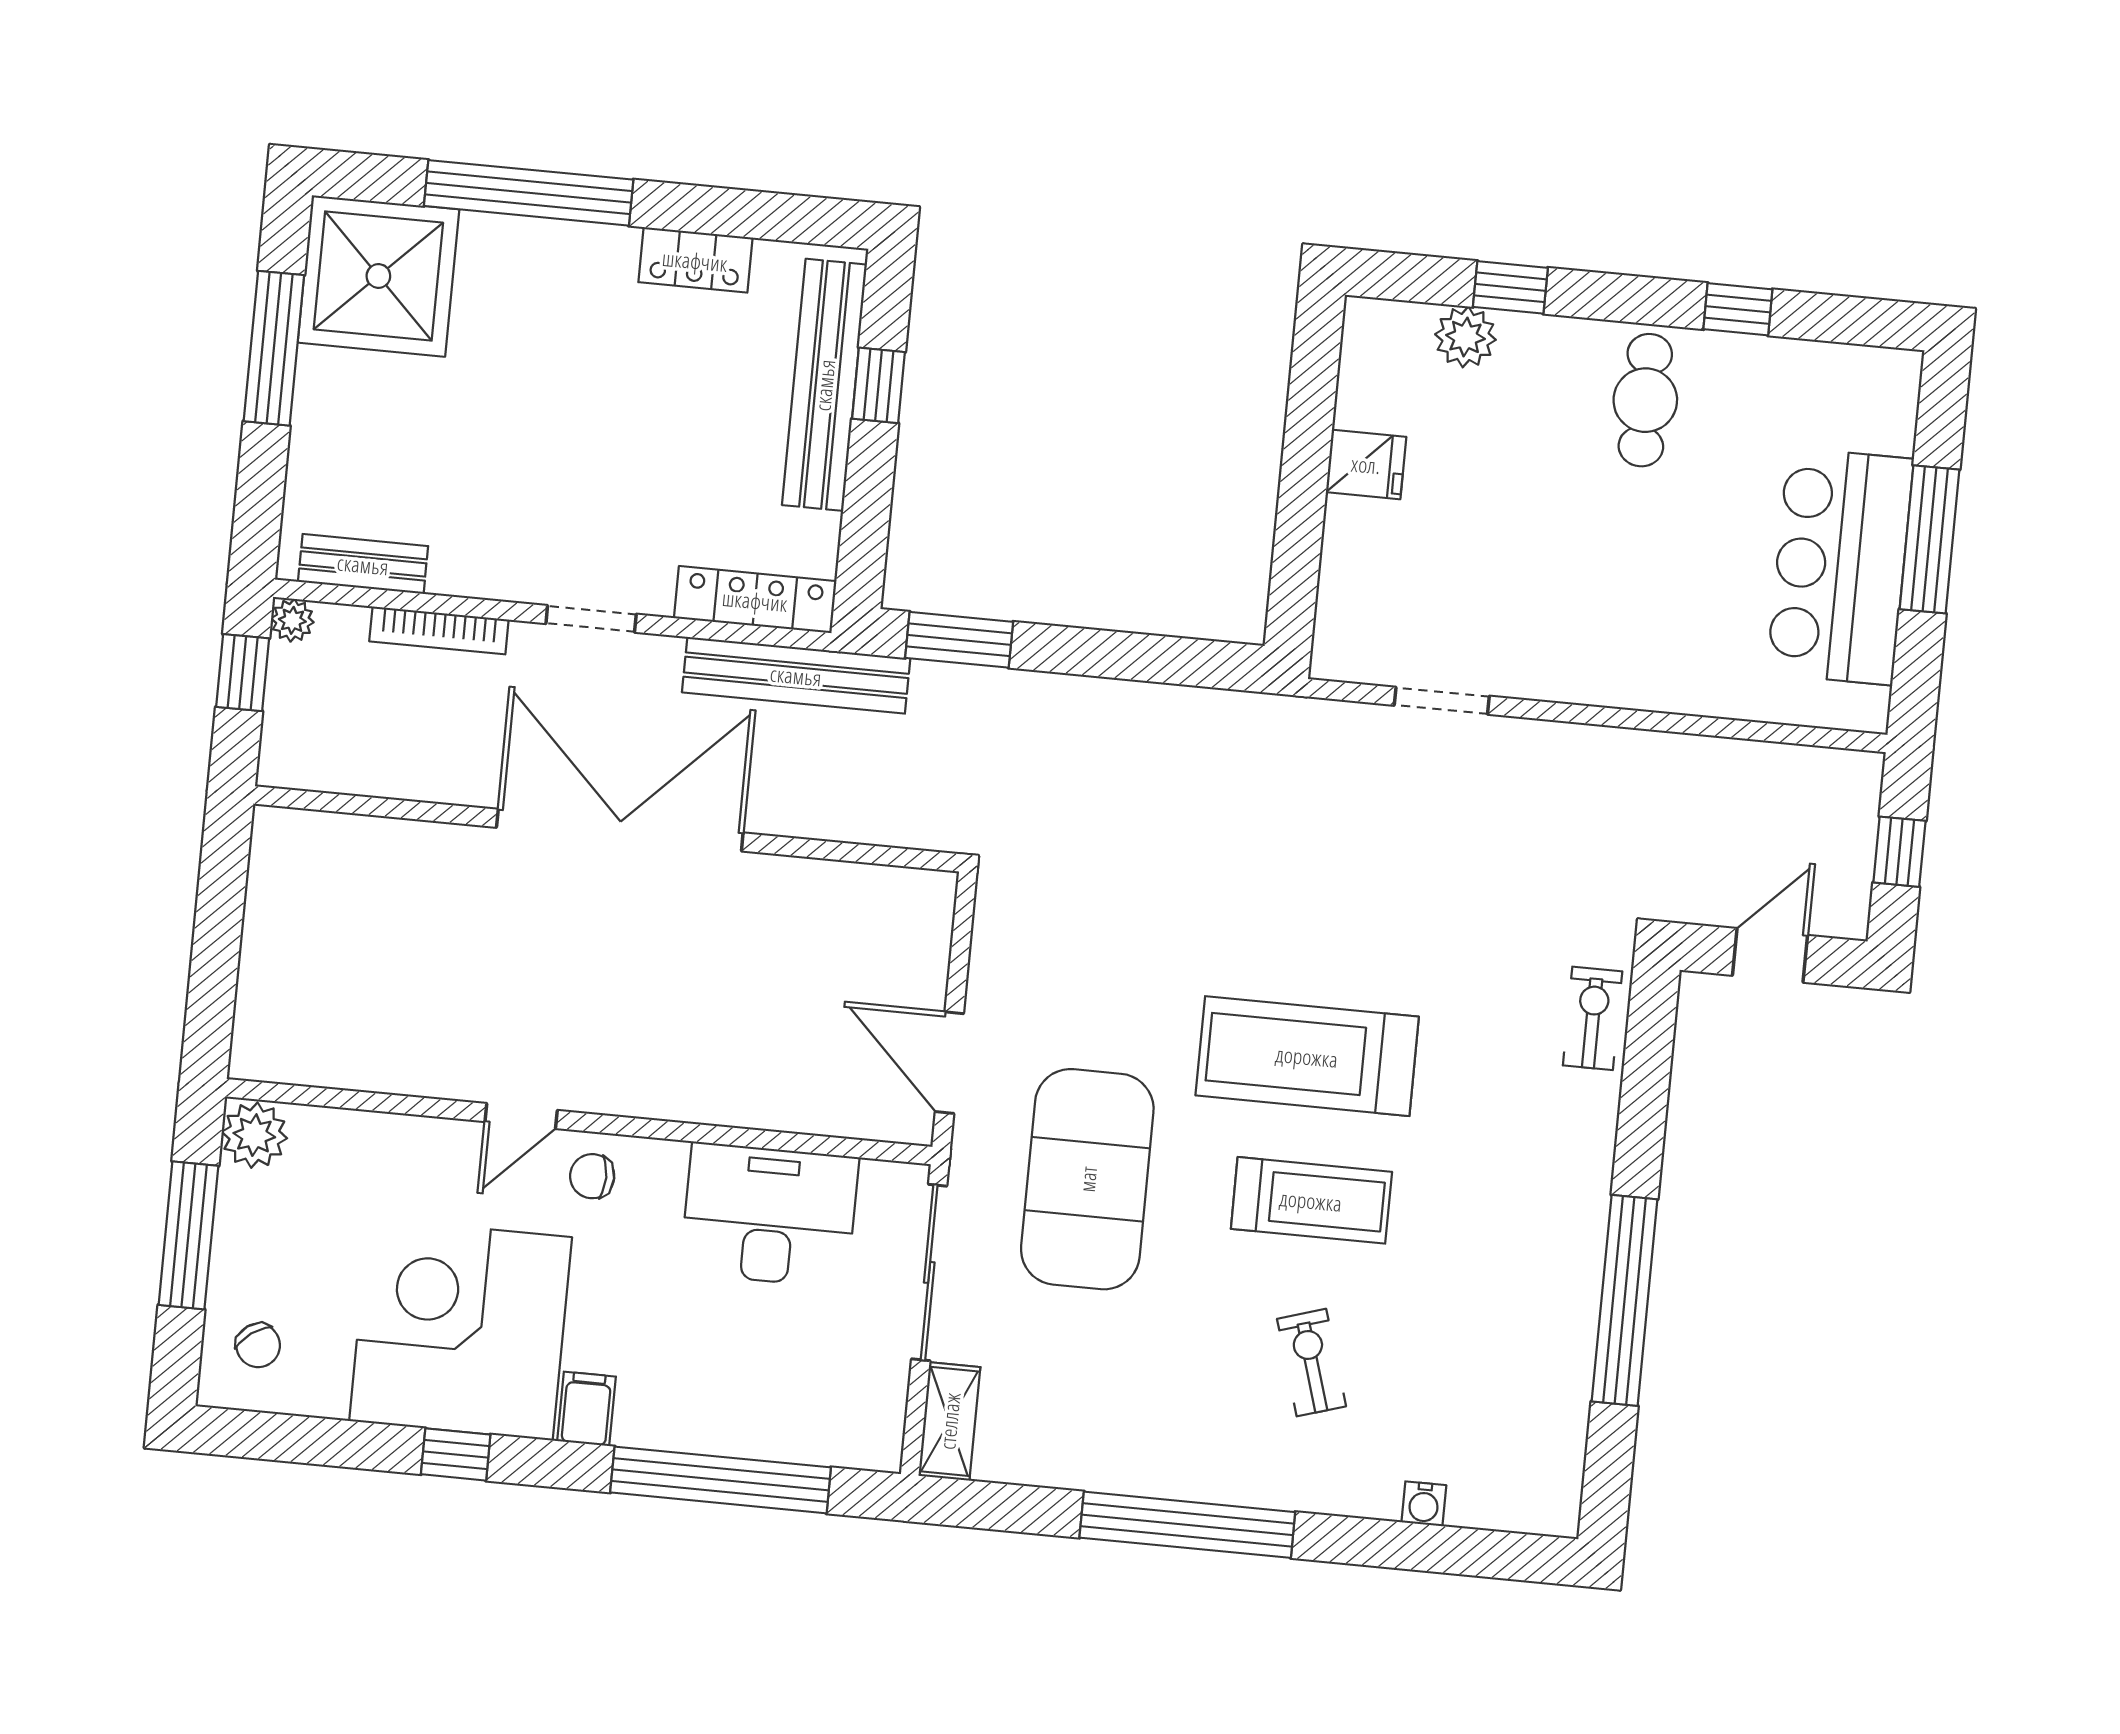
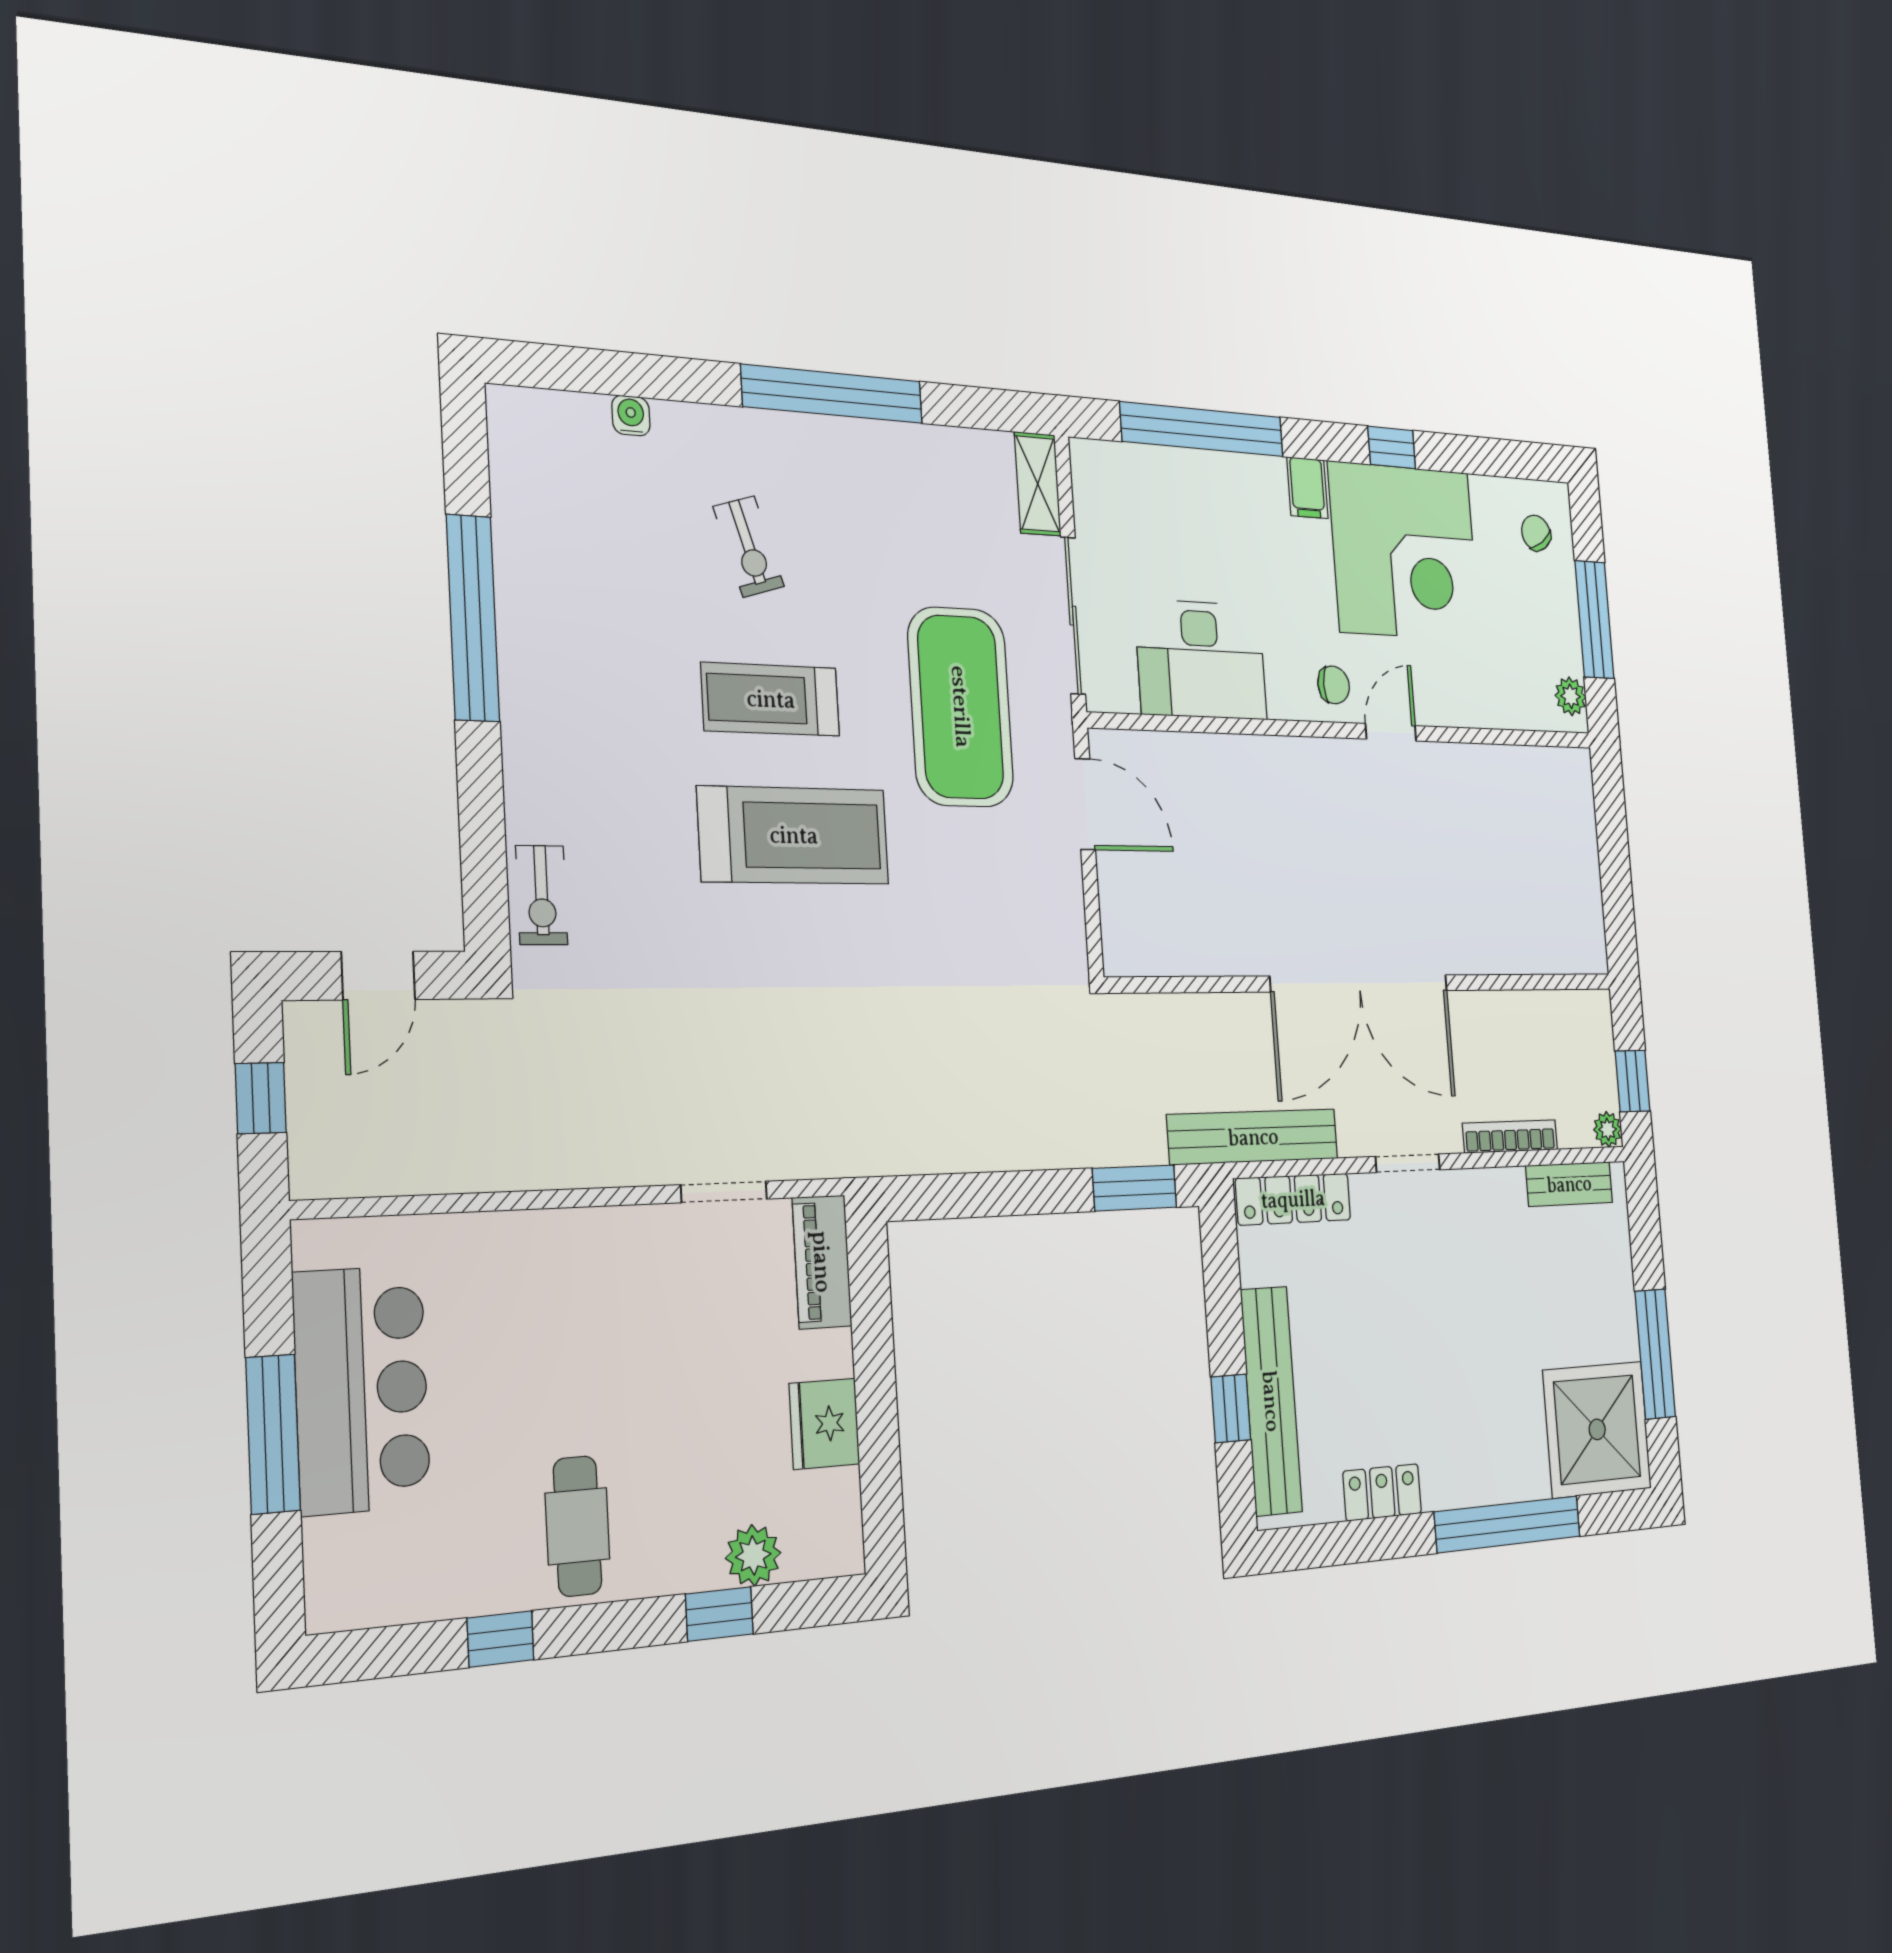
fridge: (1366, 464) -> (824, 1424), width x1.38
piano: (1344, 615) -> (822, 1262), added
plant: (254, 1135) -> (1571, 696), width x0.73, depth x0.73

